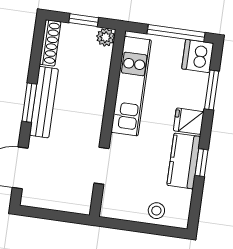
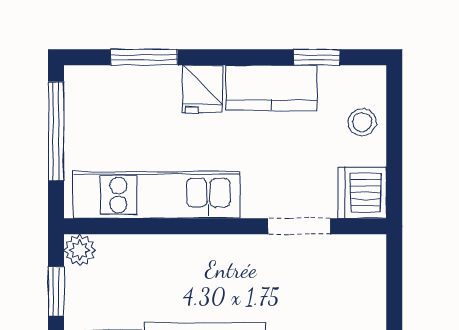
dishwasher: (198, 56) -> (362, 193), moved, turned 90
window: (201, 163) -> (317, 57), moved

